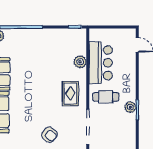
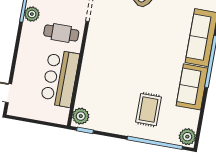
plant: (80, 62) -> (81, 116), moved
rug: (70, 93) -> (148, 110), moved

